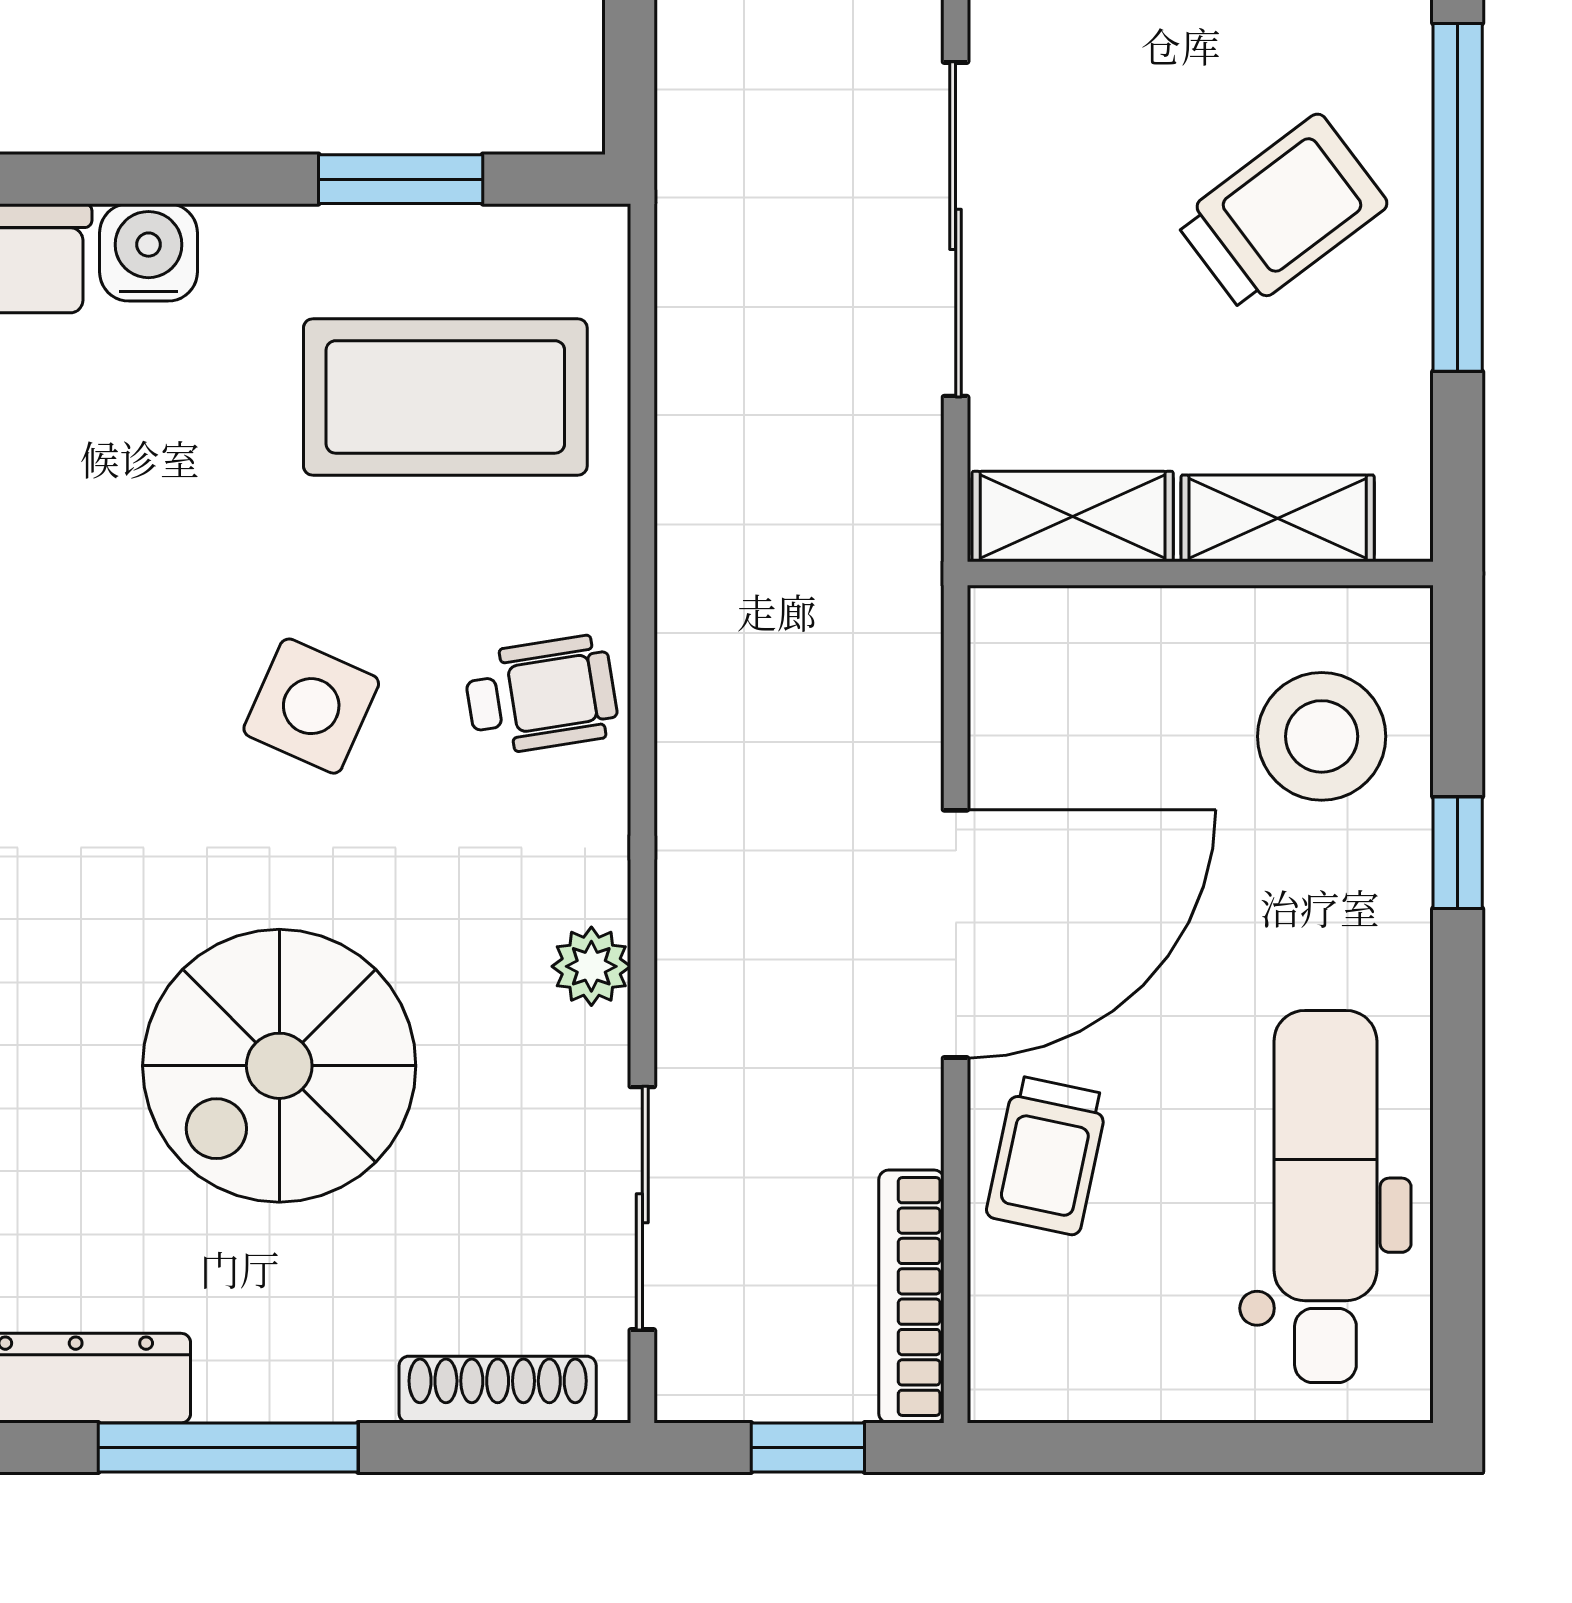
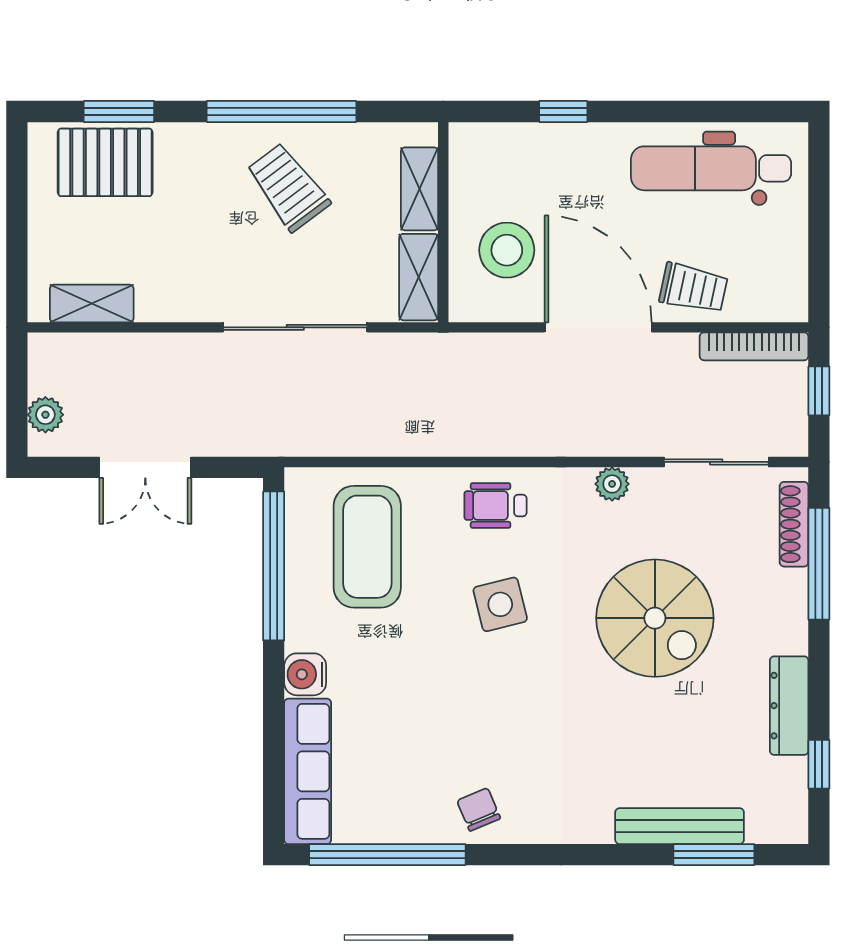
window: (401, 179) -> (274, 566), width x2.11
wheelchair: (541, 695) -> (496, 505), turned -81
side table: (311, 706) -> (500, 604), turned -38
stool: (1322, 736) -> (507, 250), moved
window: (228, 1447) -> (819, 564), moved

